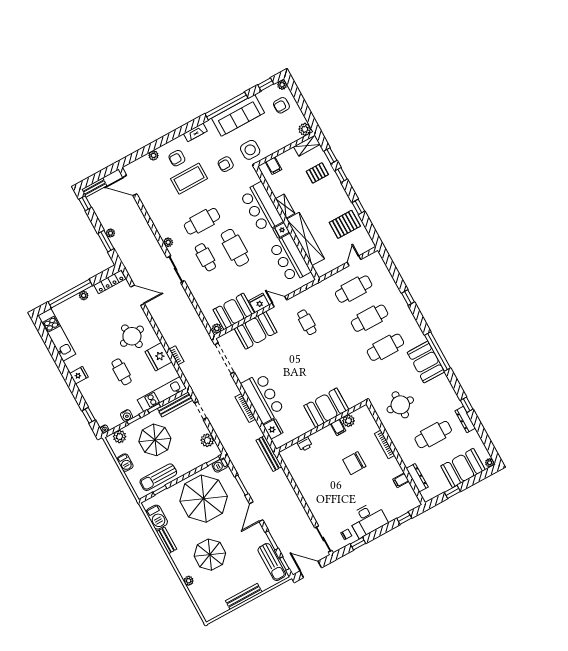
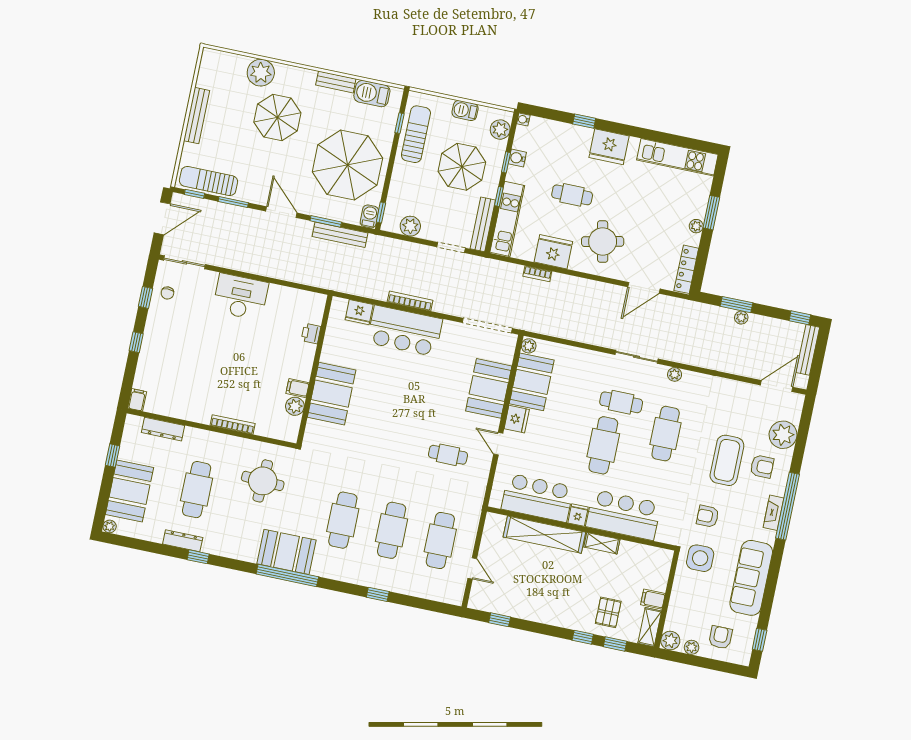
plant: (282, 85) -> (692, 647), moved
window: (226, 106) -> (787, 506), moved
plant: (153, 155) -> (783, 435), width x1.87, depth x1.87
armchair: (177, 158) -> (762, 466), turned 90
armchair: (226, 164) -> (708, 516), turned -90
filing cabinet: (274, 166) -> (653, 599), moved
bench: (94, 188) -> (808, 350), width x1.36
window: (358, 207) -> (500, 620), moved
pallet: (345, 224) -> (523, 594), removed
cafe table: (235, 248) -> (603, 445), turned 90
window: (70, 294) -> (711, 213), width x0.47
door: (279, 302) -> (498, 444), swing flipped
fridge: (79, 375) -> (609, 147), width x1.88, depth x1.34
window: (89, 415) -> (584, 121), moved
bench: (269, 454) -> (340, 235), moved
chair: (354, 463) -> (241, 372), removed
filing cabinet: (401, 480) -> (137, 400), moved
window: (404, 518) -> (136, 342), moved
desk: (368, 519) -> (241, 297), moved, turned 90
plant: (189, 581) -> (261, 73), width x1.88, depth x1.88

